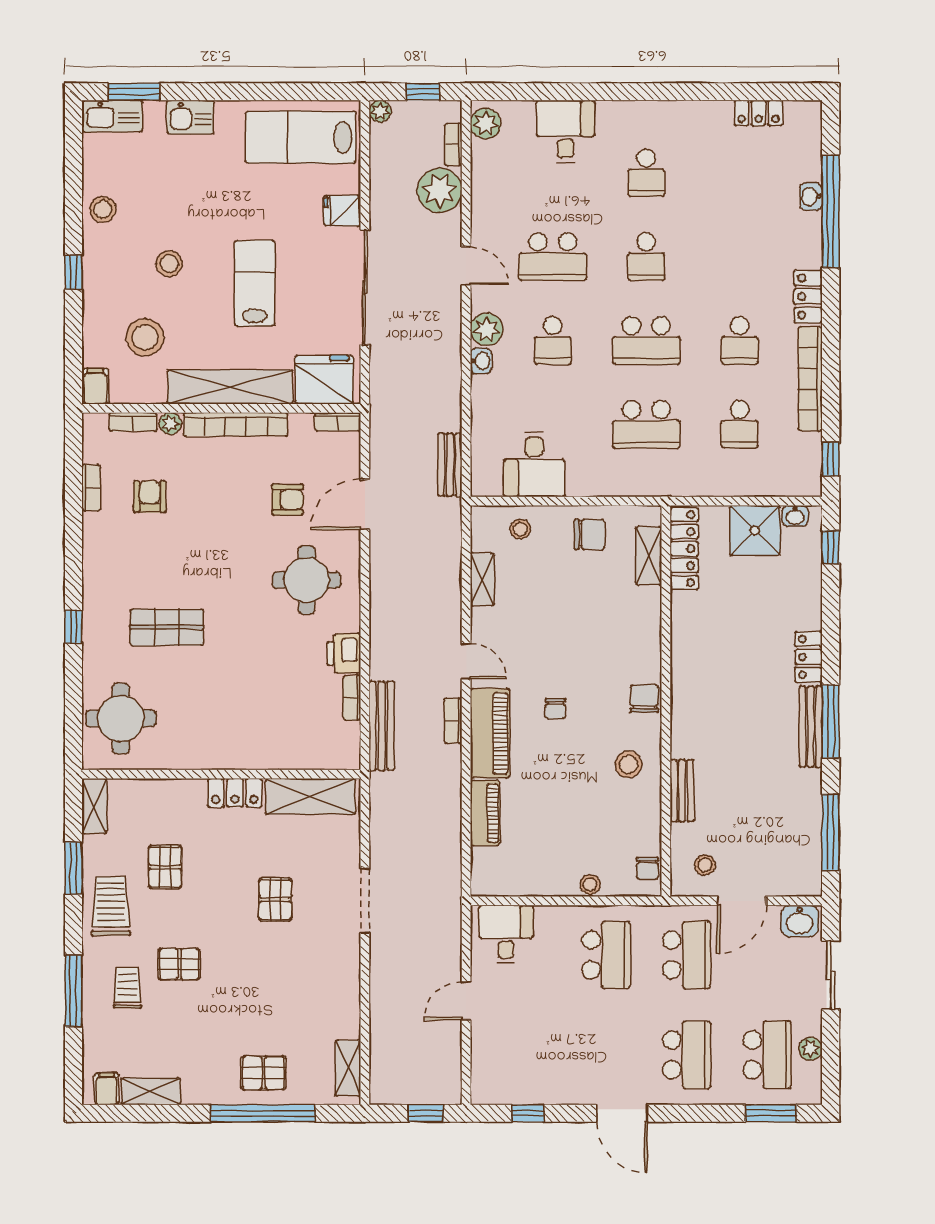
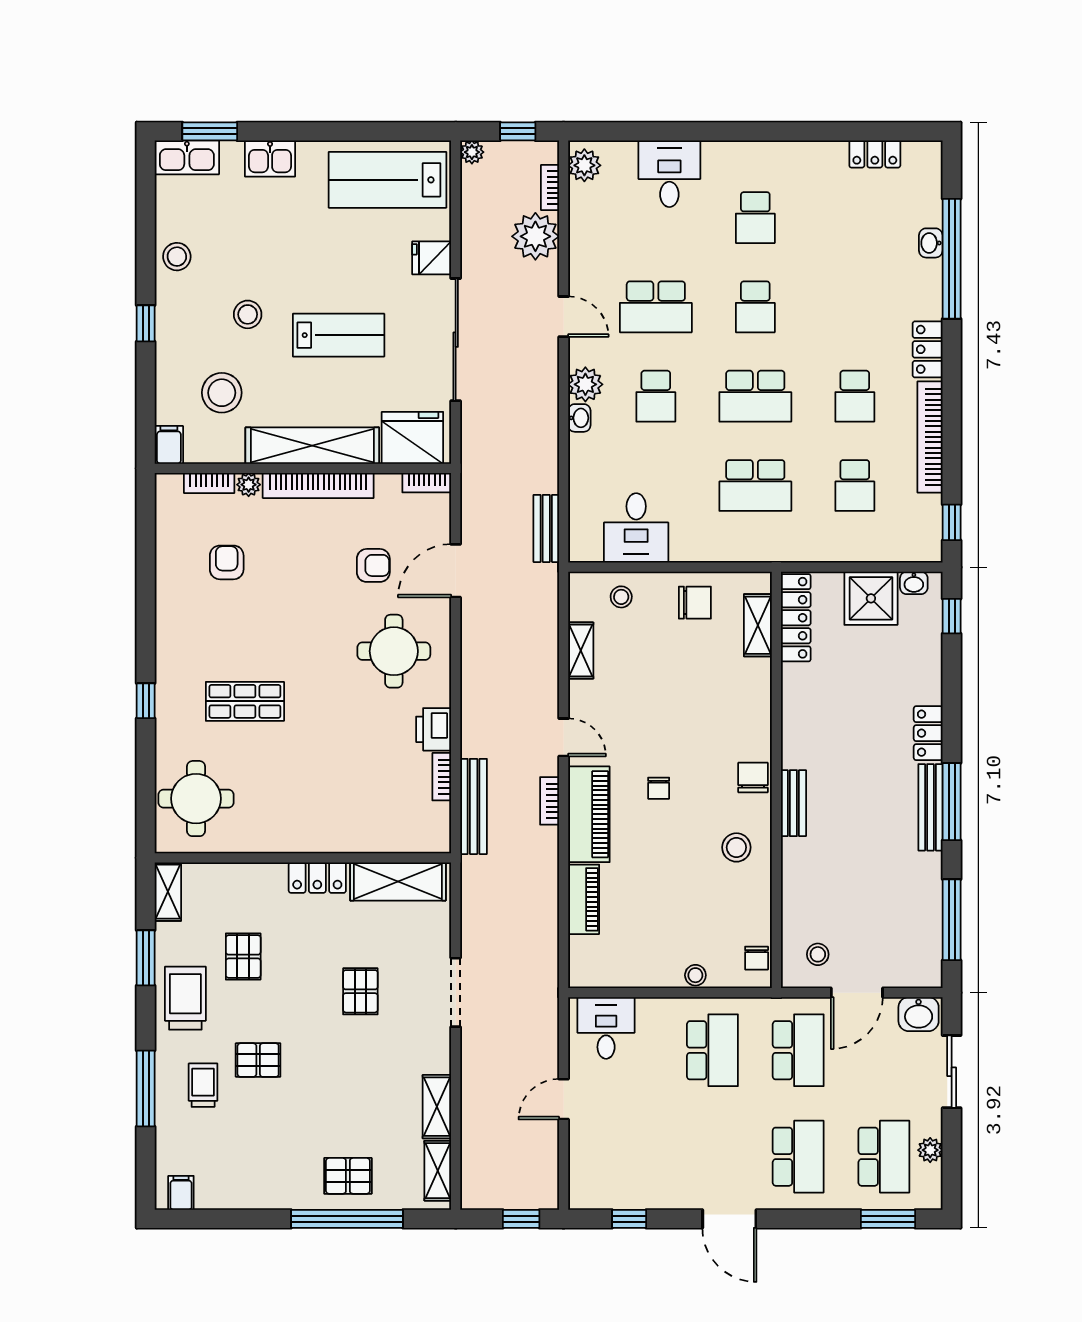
lab bench: (255, 283) -> (339, 335), turned 90
bookcase: (91, 488) -> (165, 553), removed
bench: (682, 791) -> (793, 803), moved
shelving: (151, 1091) -> (437, 1107), moved, turned 90

